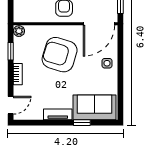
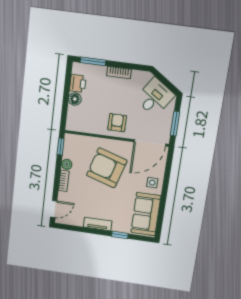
plant: (19, 31) -> (67, 164), moved
window: (11, 51) -> (61, 146), moved
sofa: (94, 107) -> (146, 214), moved, turned -90

